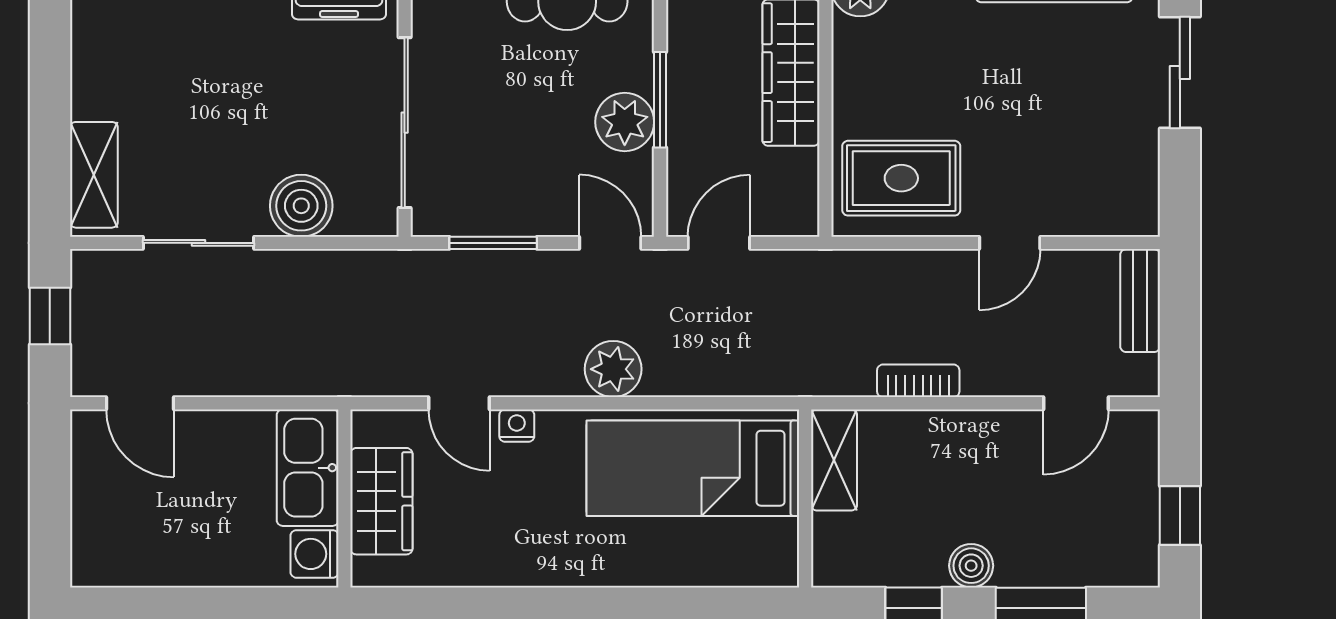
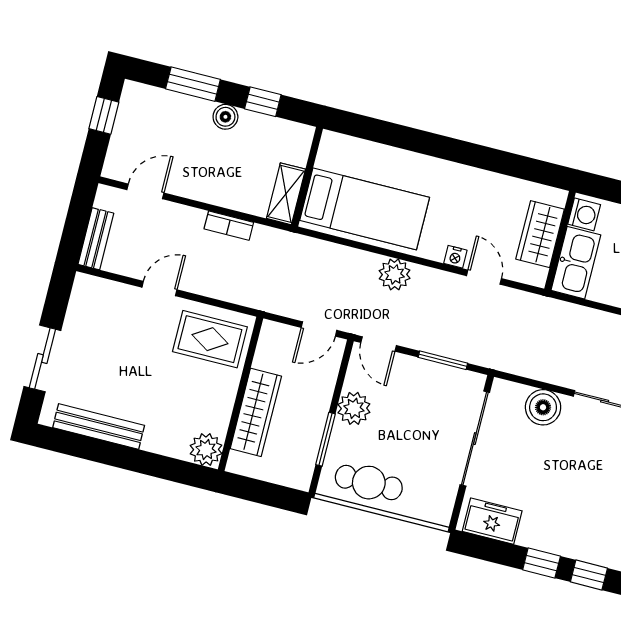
window: (660, 100) -> (325, 439), moved

